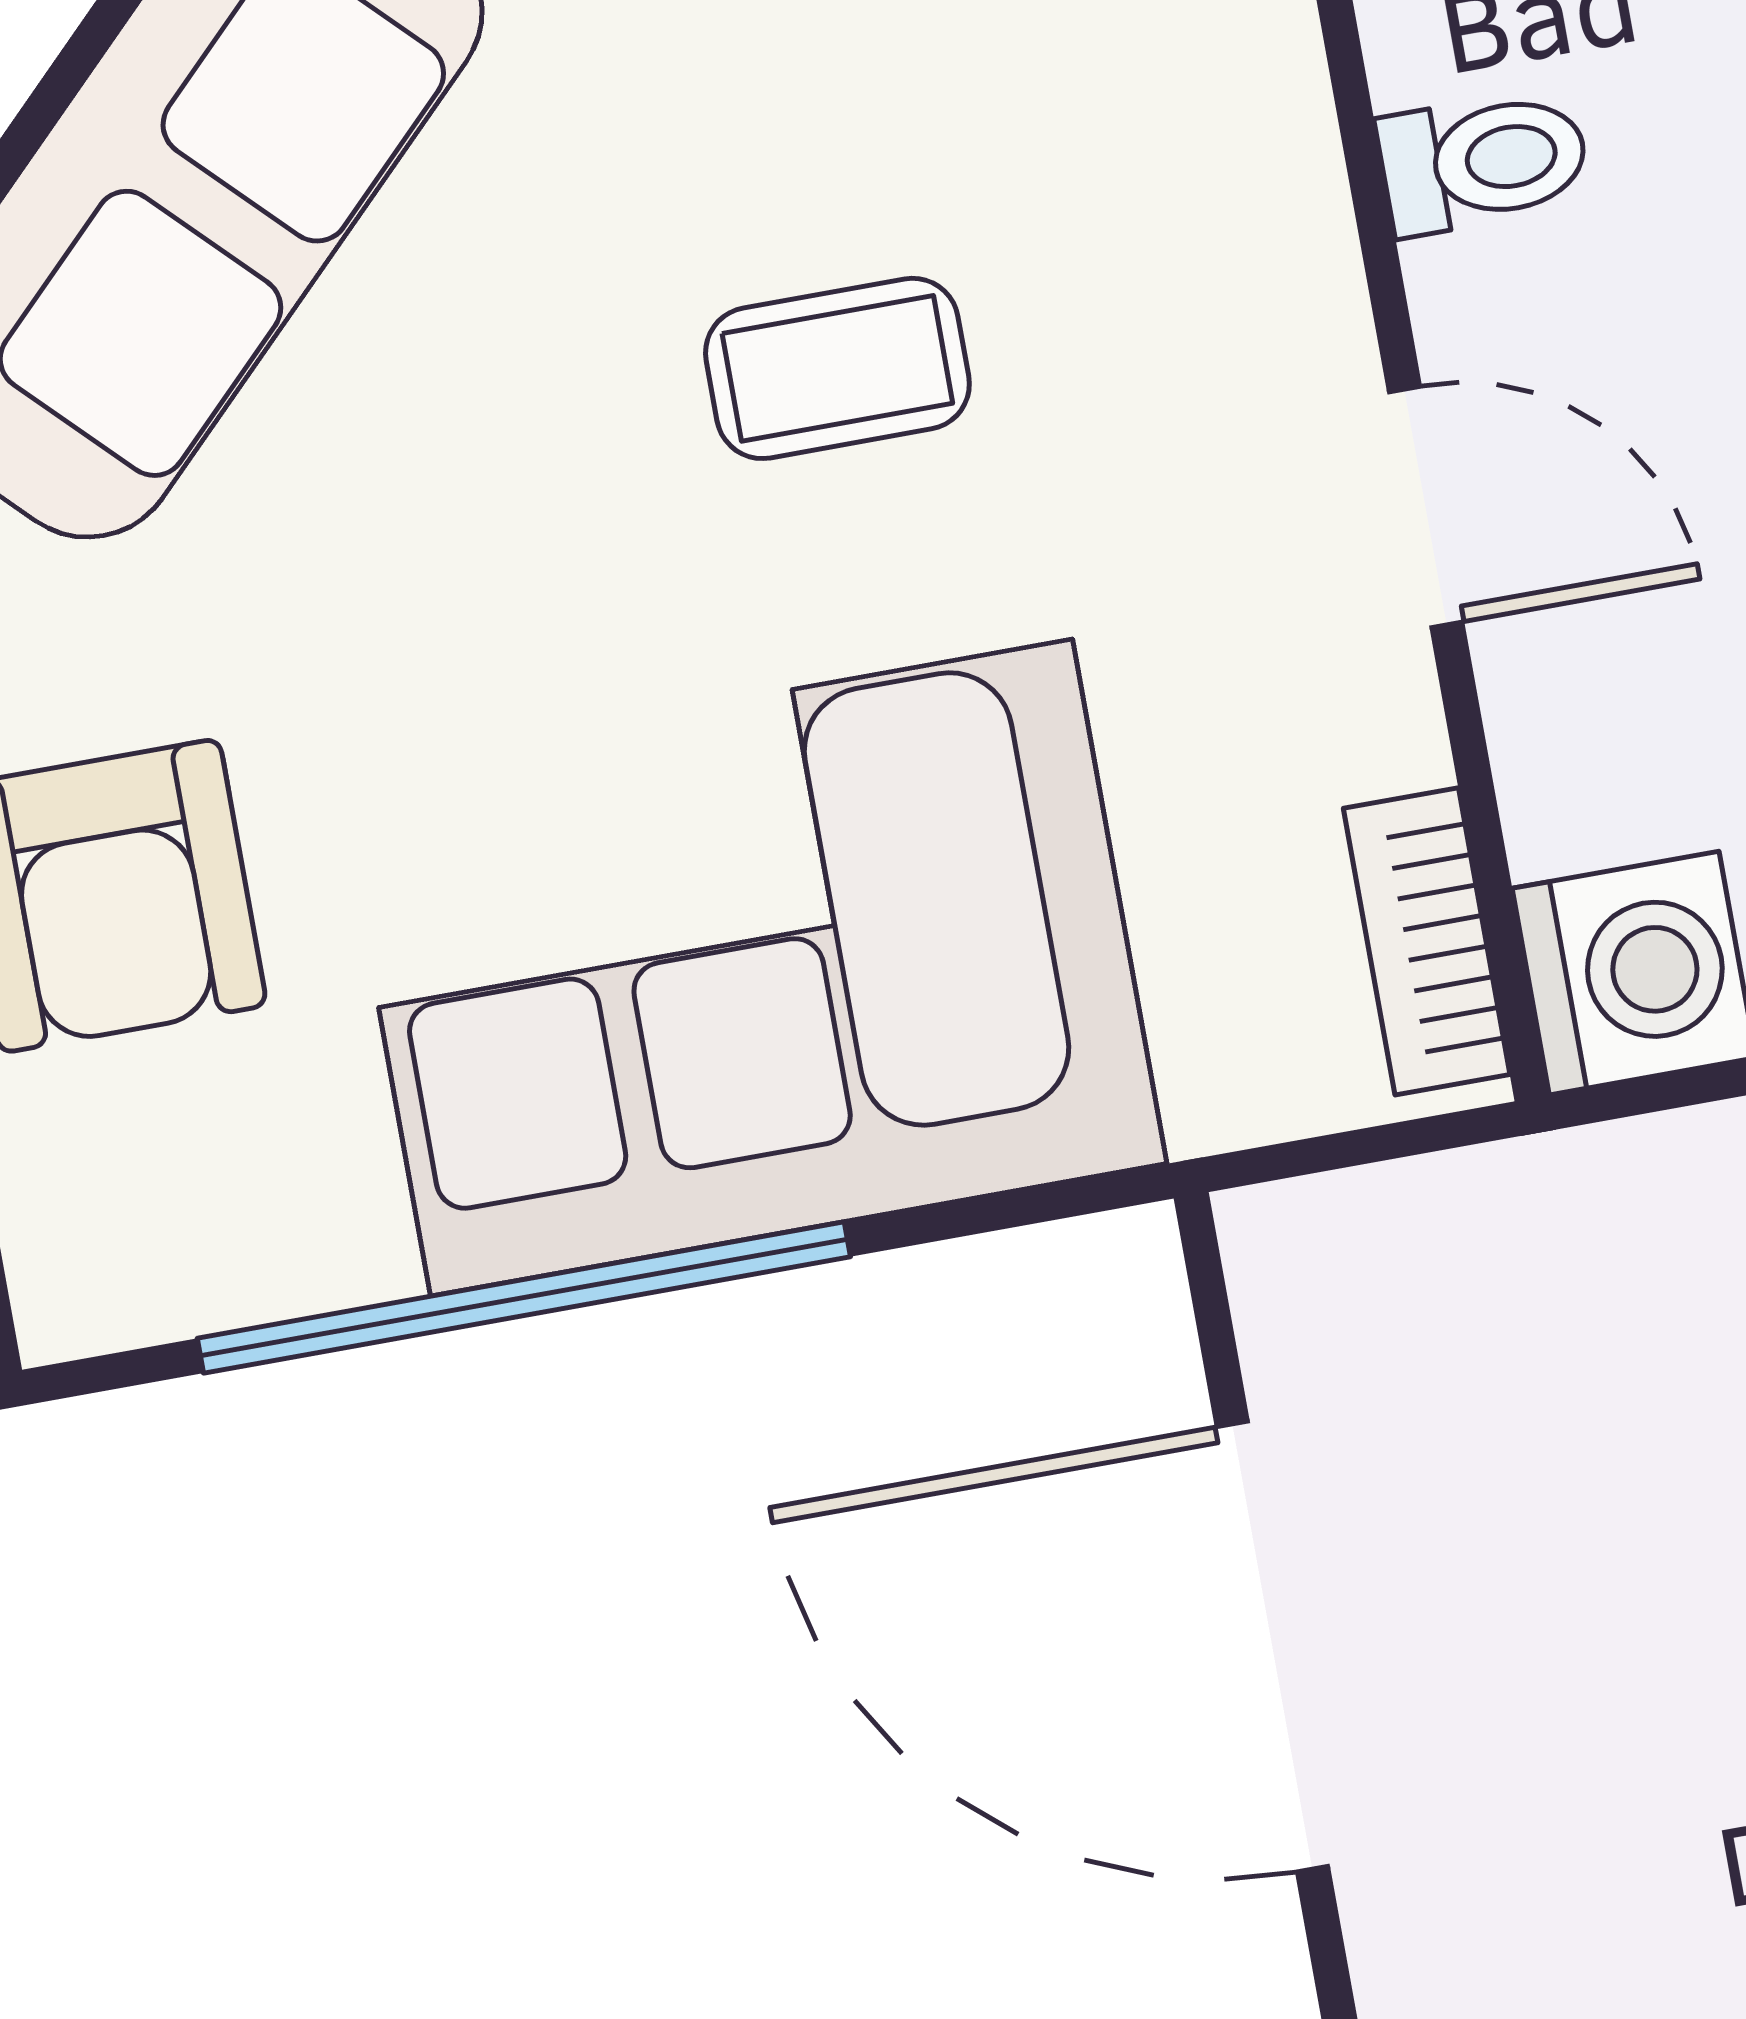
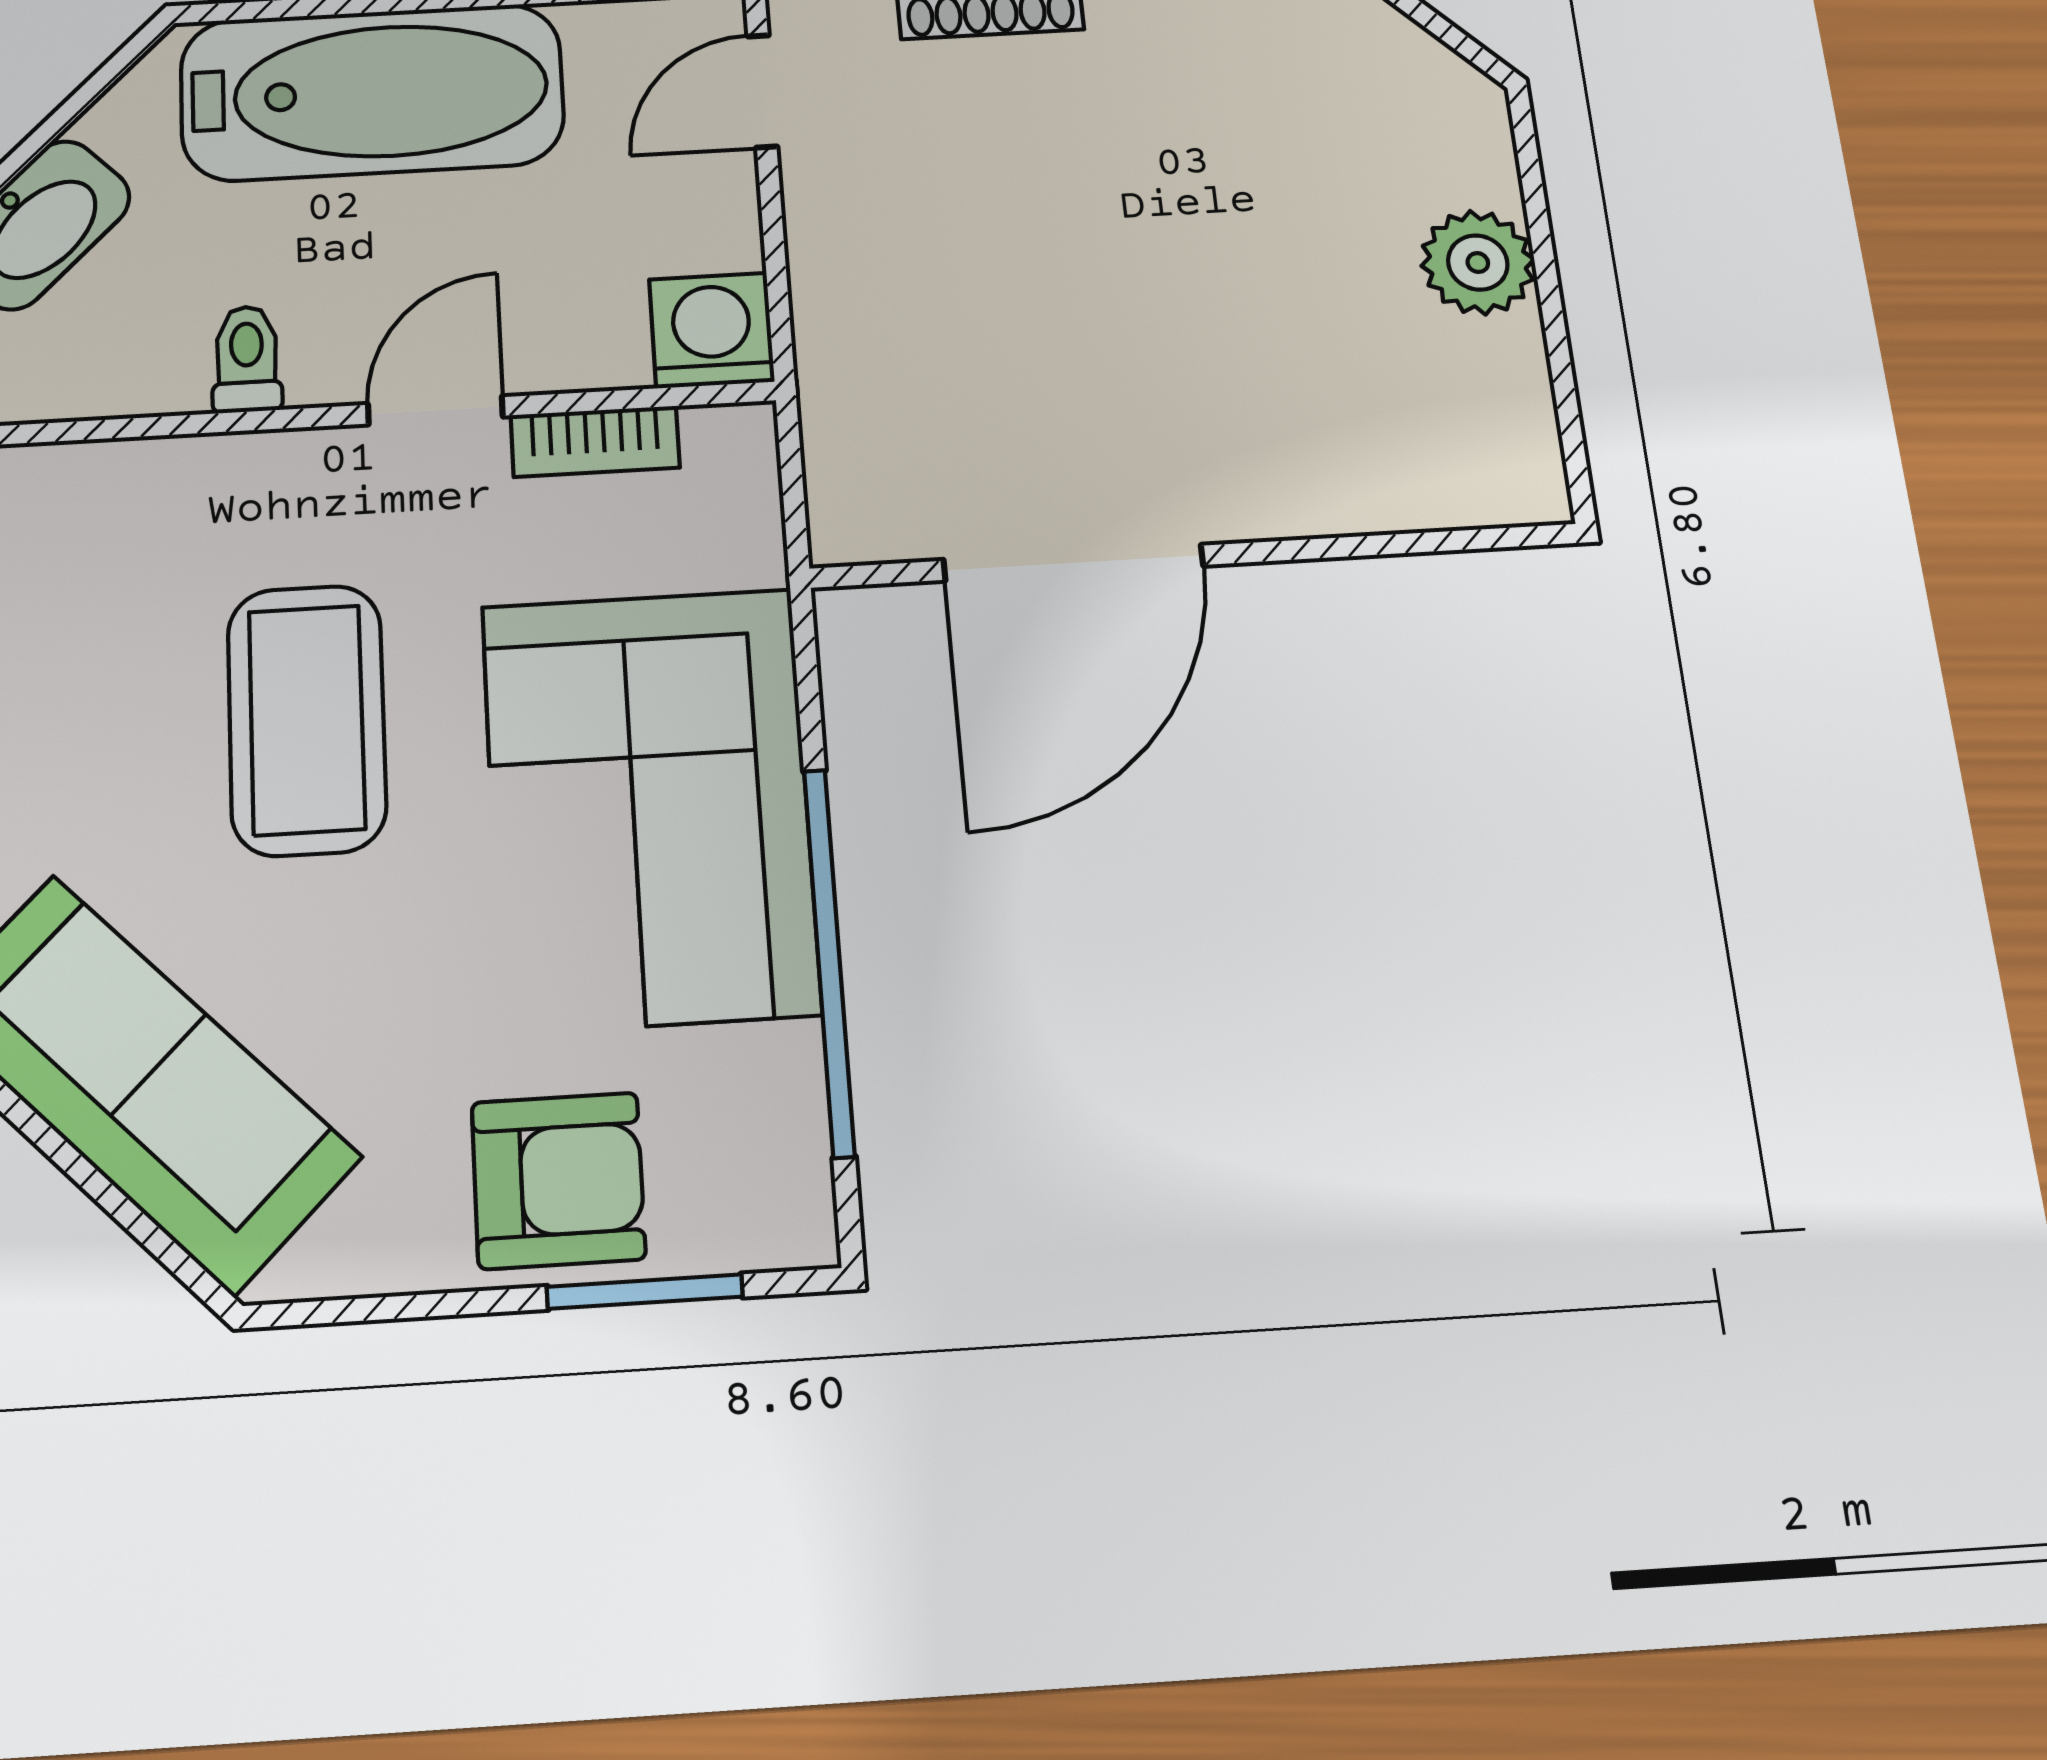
coffee table: (837, 368) -> (307, 720), width x1.86, depth x1.72
bookcase: (1427, 941) -> (595, 441), moved

